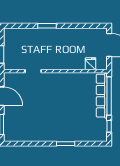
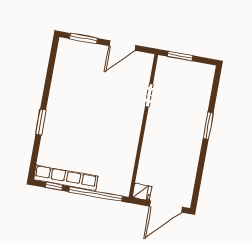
fridge: (91, 64) -> (142, 192), moved
row of seats: (102, 96) -> (66, 178), moved

